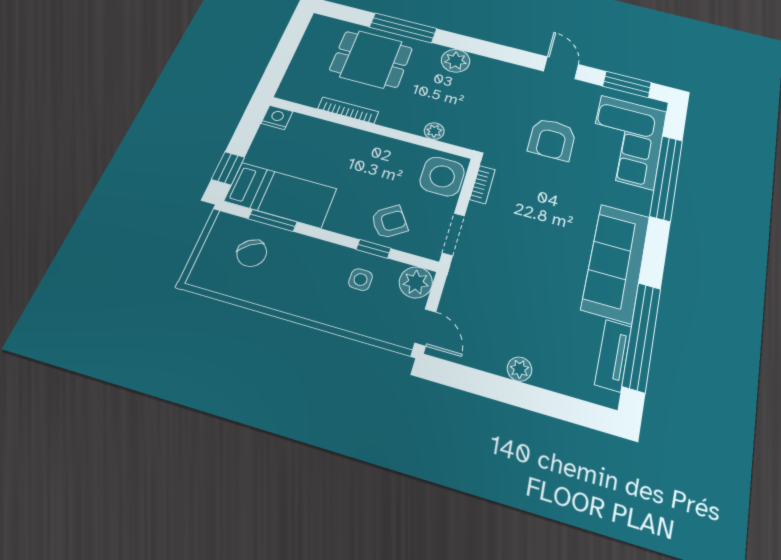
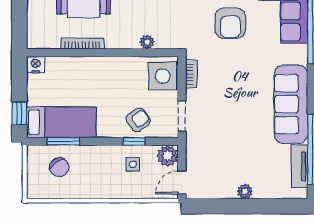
door: (425, 327) -> (182, 183), swing flipped

